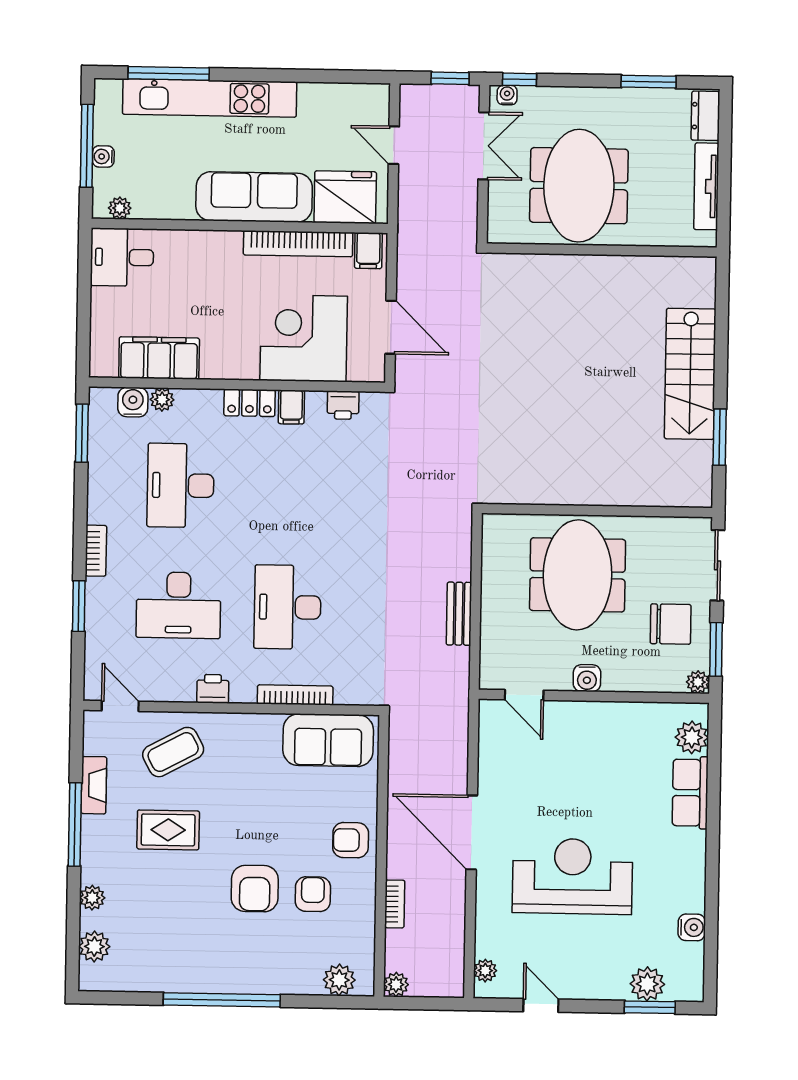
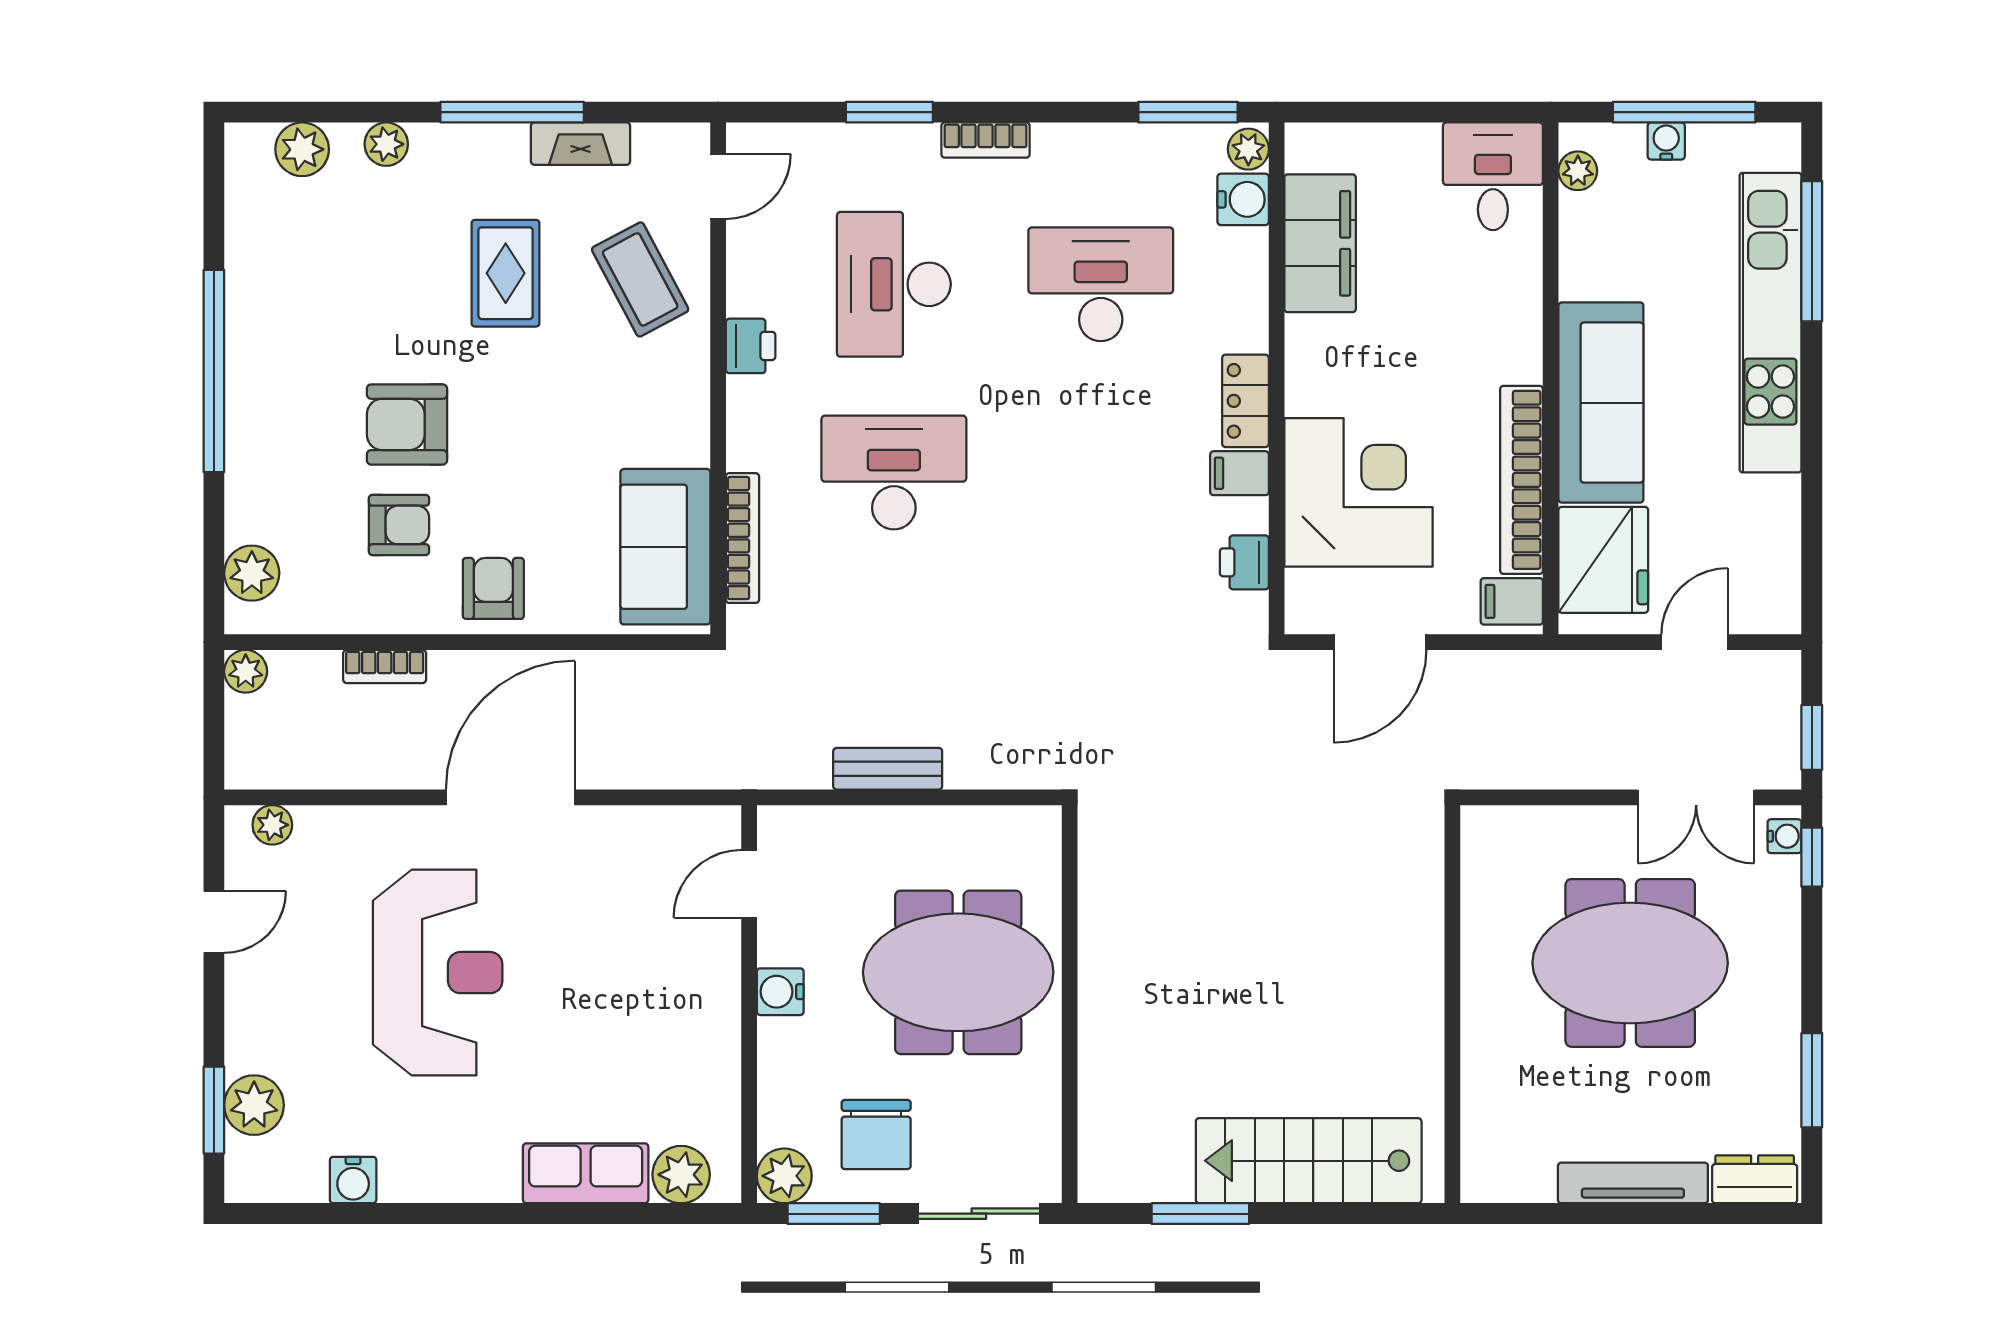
wall: (602, 250) -> (1452, 1004), moved
plant: (162, 400) -> (1248, 149), moved
plant: (698, 682) -> (784, 1176), width x1.38, depth x1.38
bookcase: (295, 695) -> (742, 538), moved

